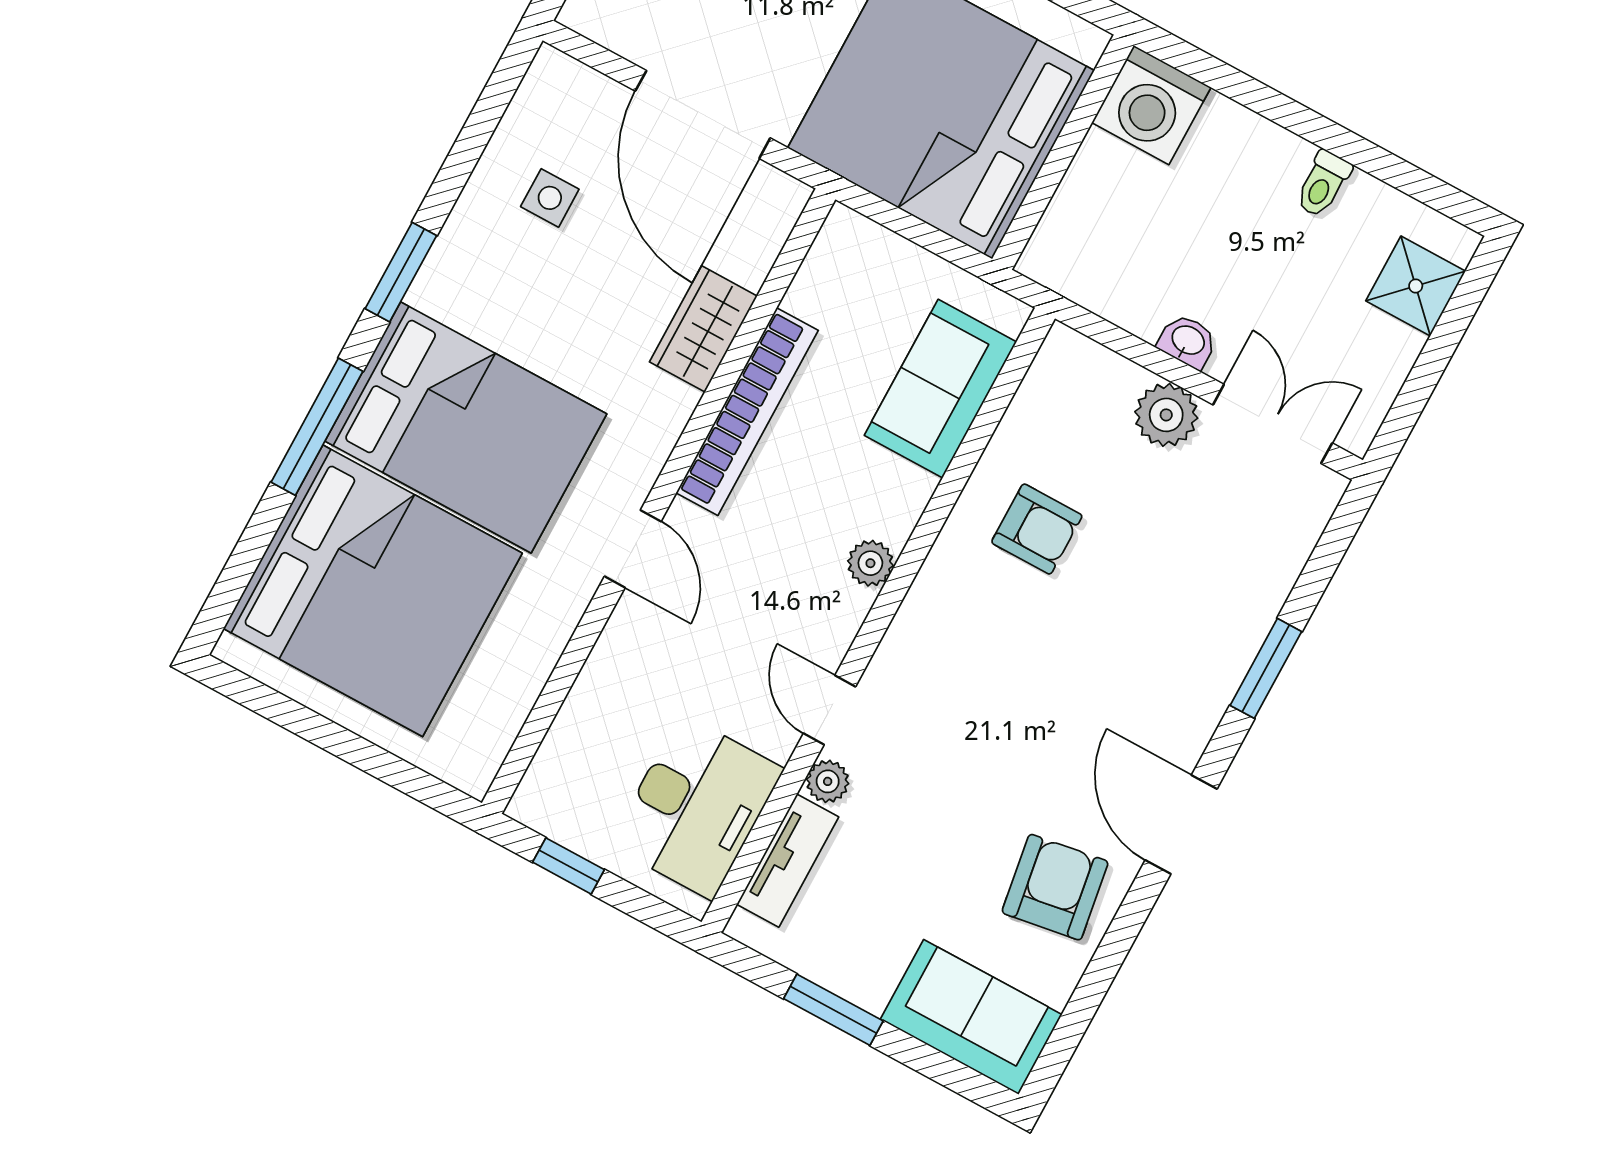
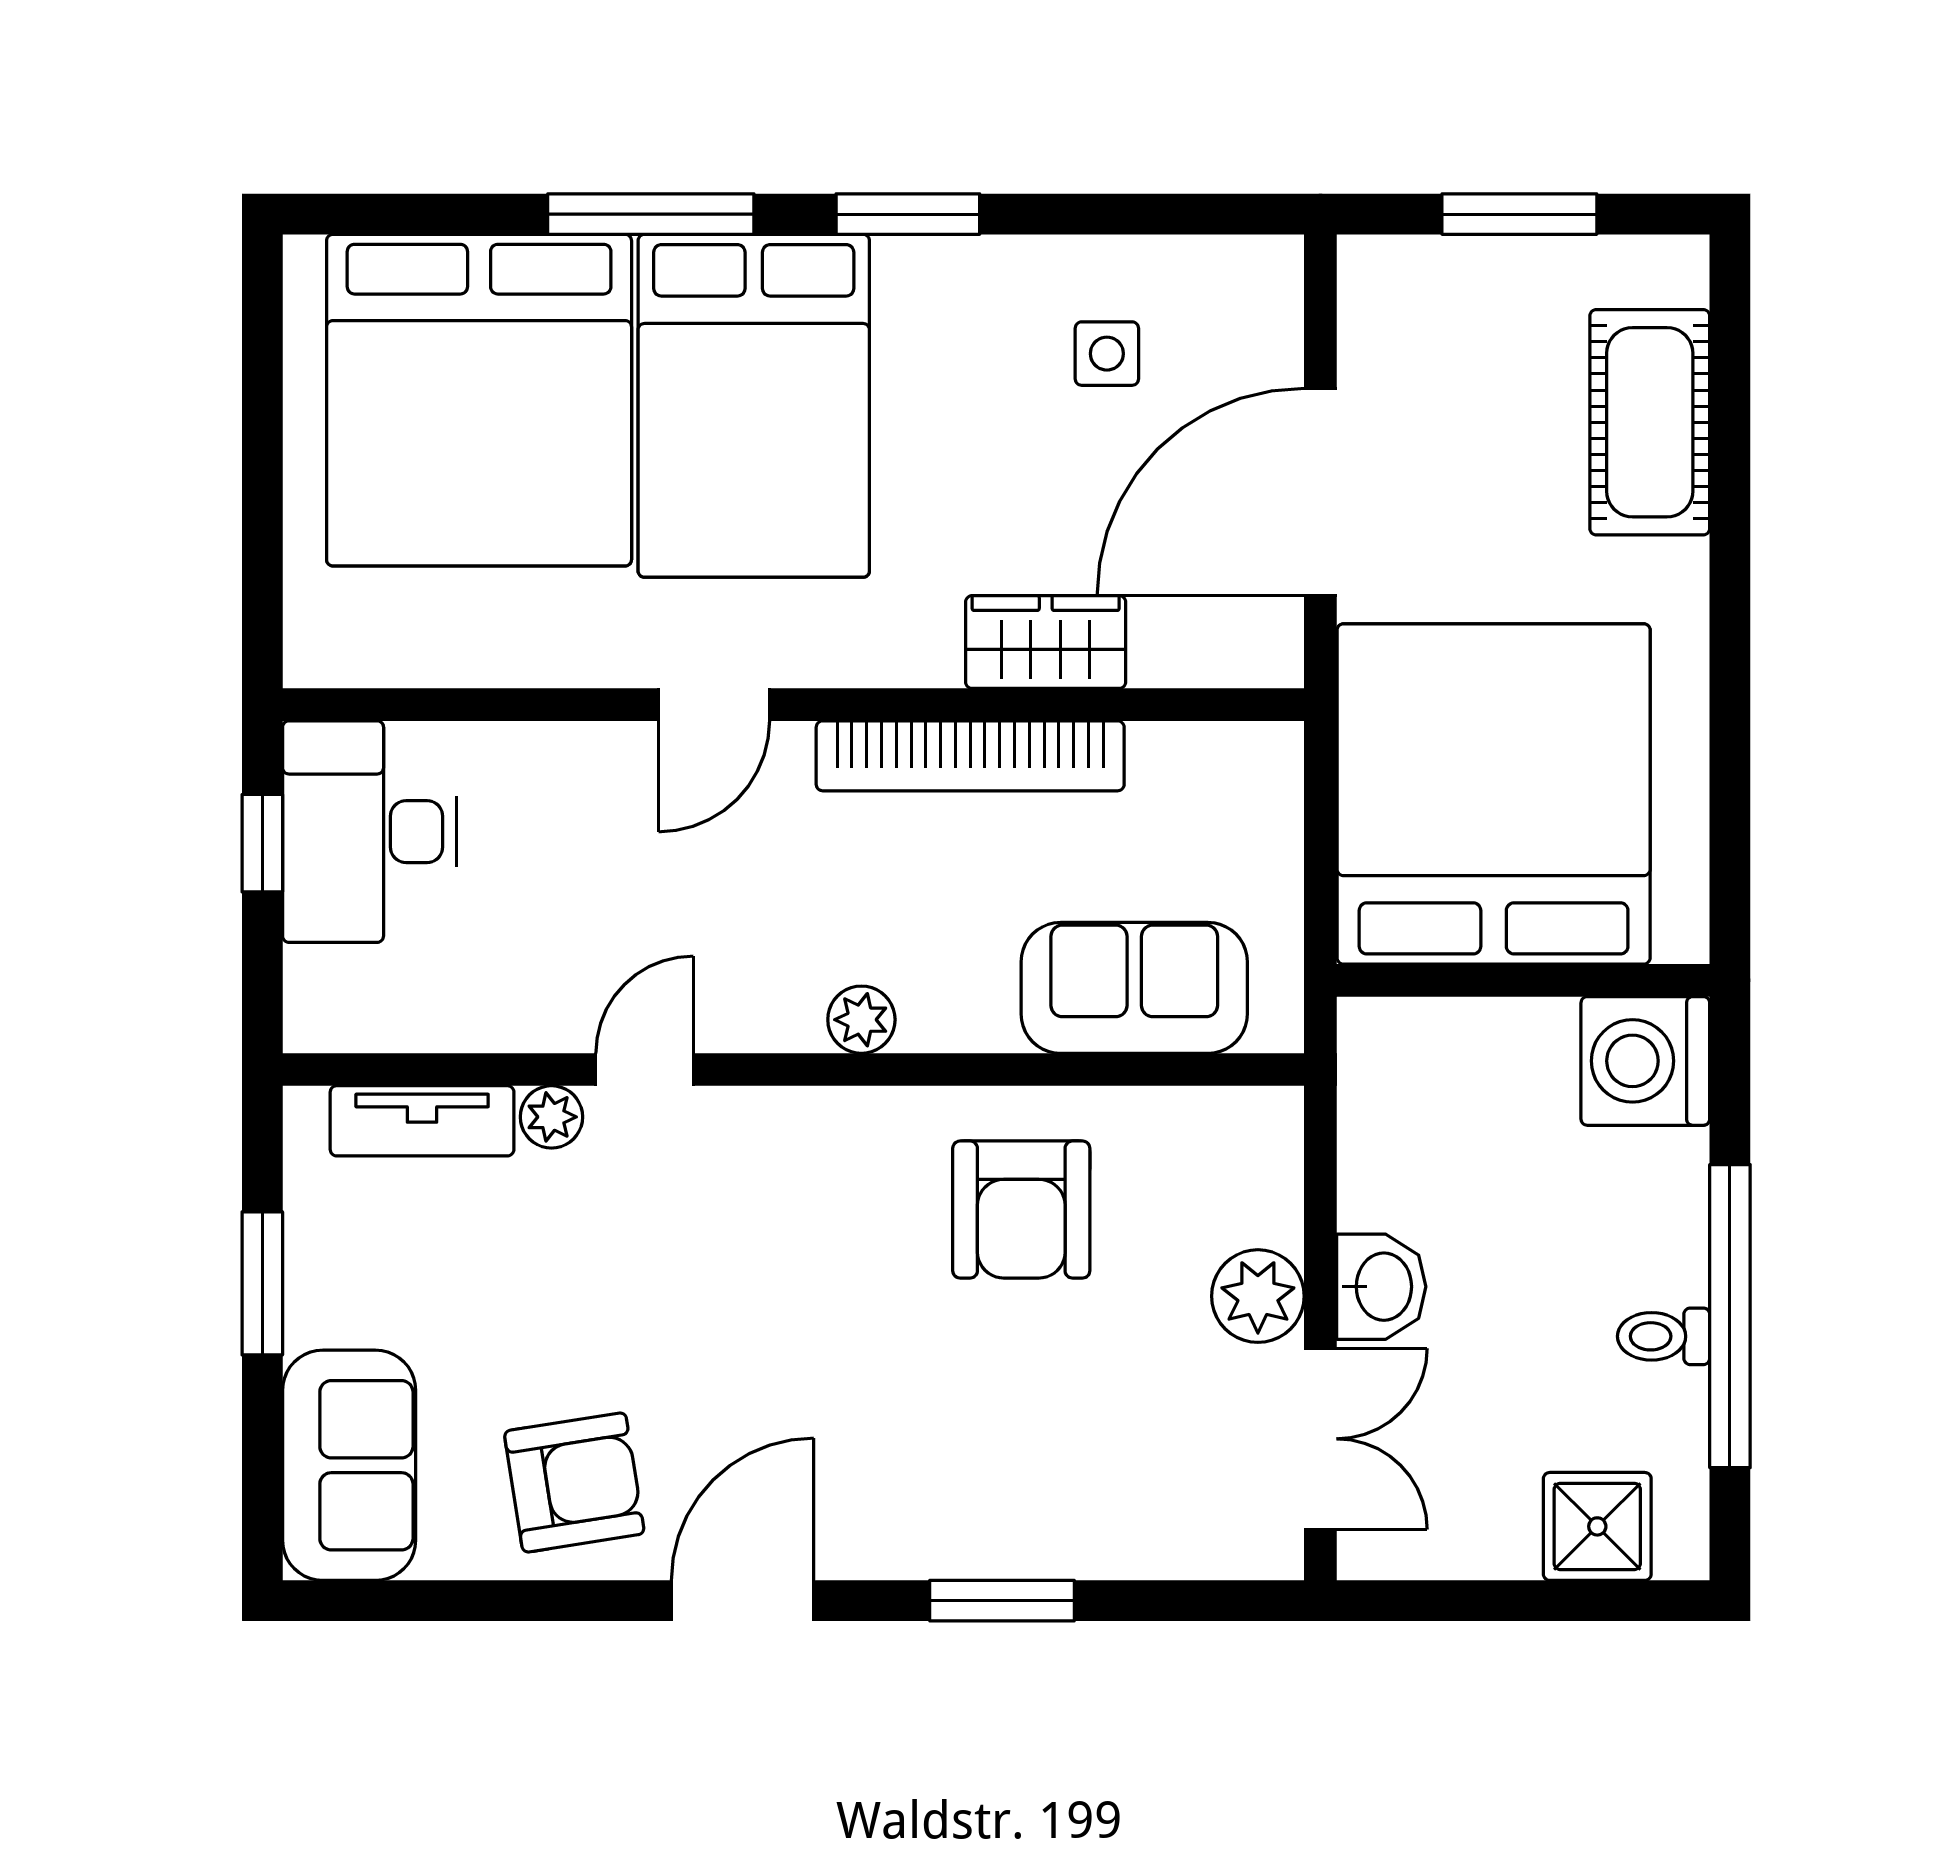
window: (1332, 137) -> (1730, 1316), added
washbasin: (1188, 341) -> (1381, 1287), width x1.38, depth x1.45
armchair: (1037, 529) -> (1021, 1210), width x1.38, depth x1.38
desk: (697, 807) -> (370, 832), moved, turned 90

